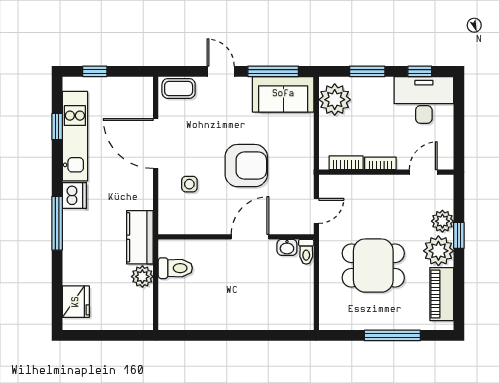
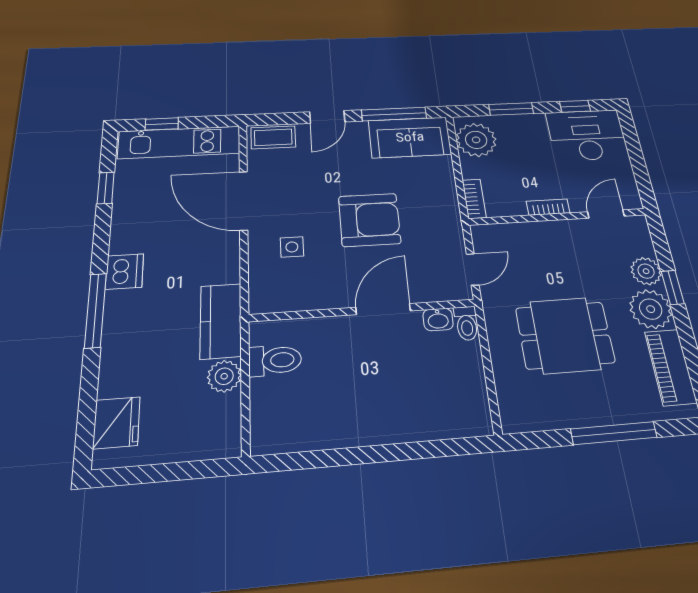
door: (221, 71) -> (327, 117), swing flipped
kitchen unit: (75, 136) -> (179, 142), moved, turned 90
bookcase: (346, 163) -> (474, 199), moved, turned 90

